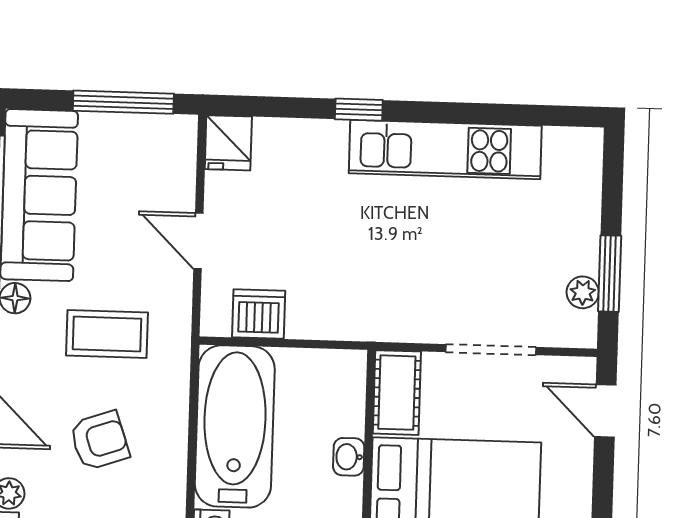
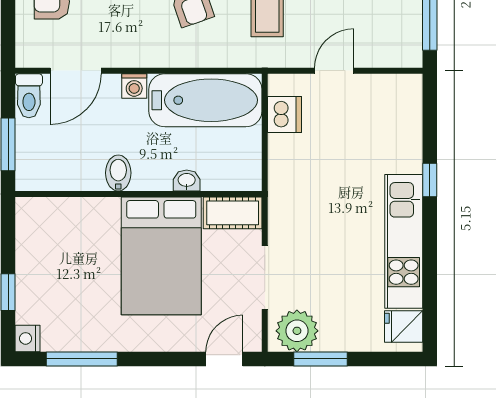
fridge: (228, 143) -> (404, 326), moved
plant: (583, 292) -> (297, 331), width x1.87, depth x1.87

